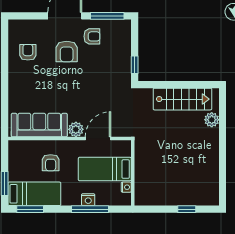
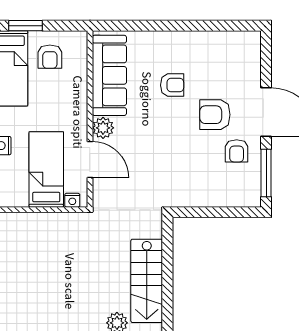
armchair: (28, 52) -> (172, 85), moved
window: (135, 65) -> (196, 212), removed
armchair: (51, 163) -> (50, 57), moved, turned -90
nightstand: (126, 187) -> (72, 200), moved

